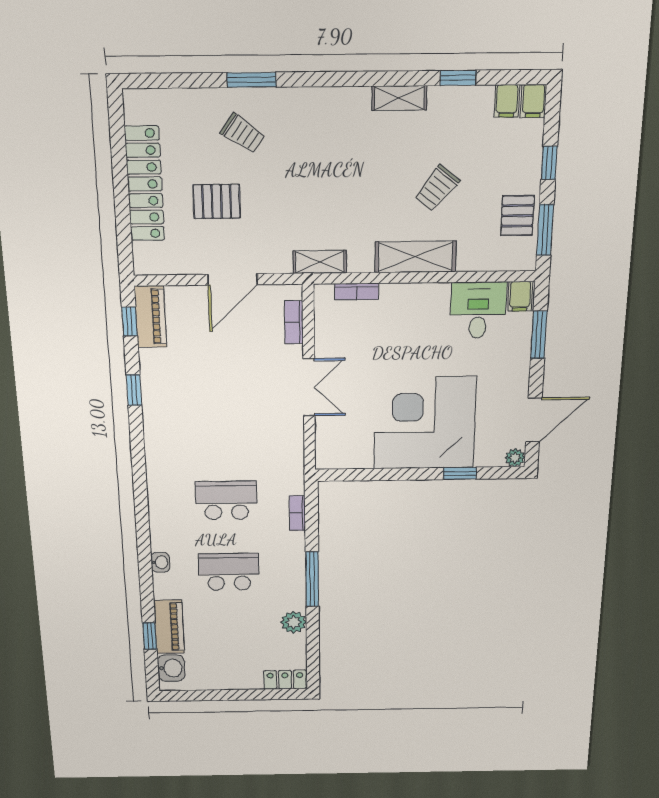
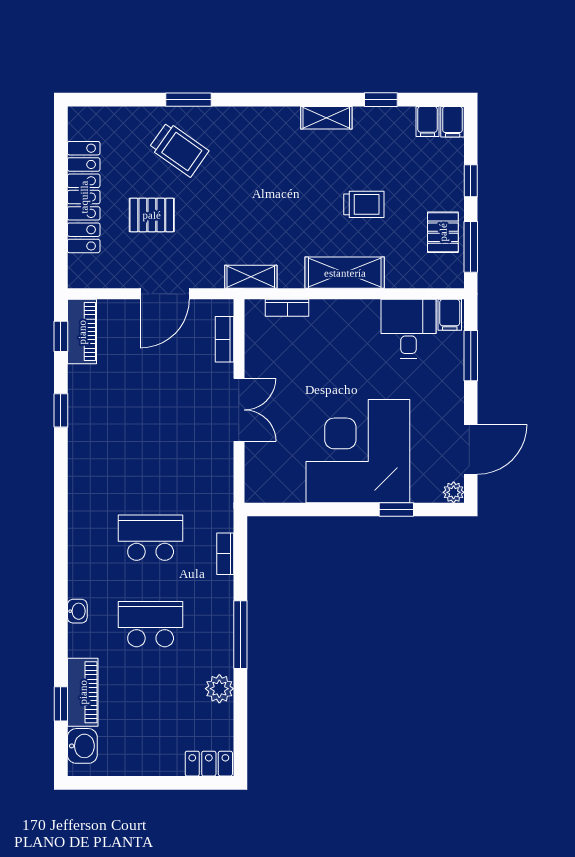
trolley: (243, 133) -> (179, 150), width x1.36, depth x1.39
trolley: (437, 188) -> (364, 204), turned -129

